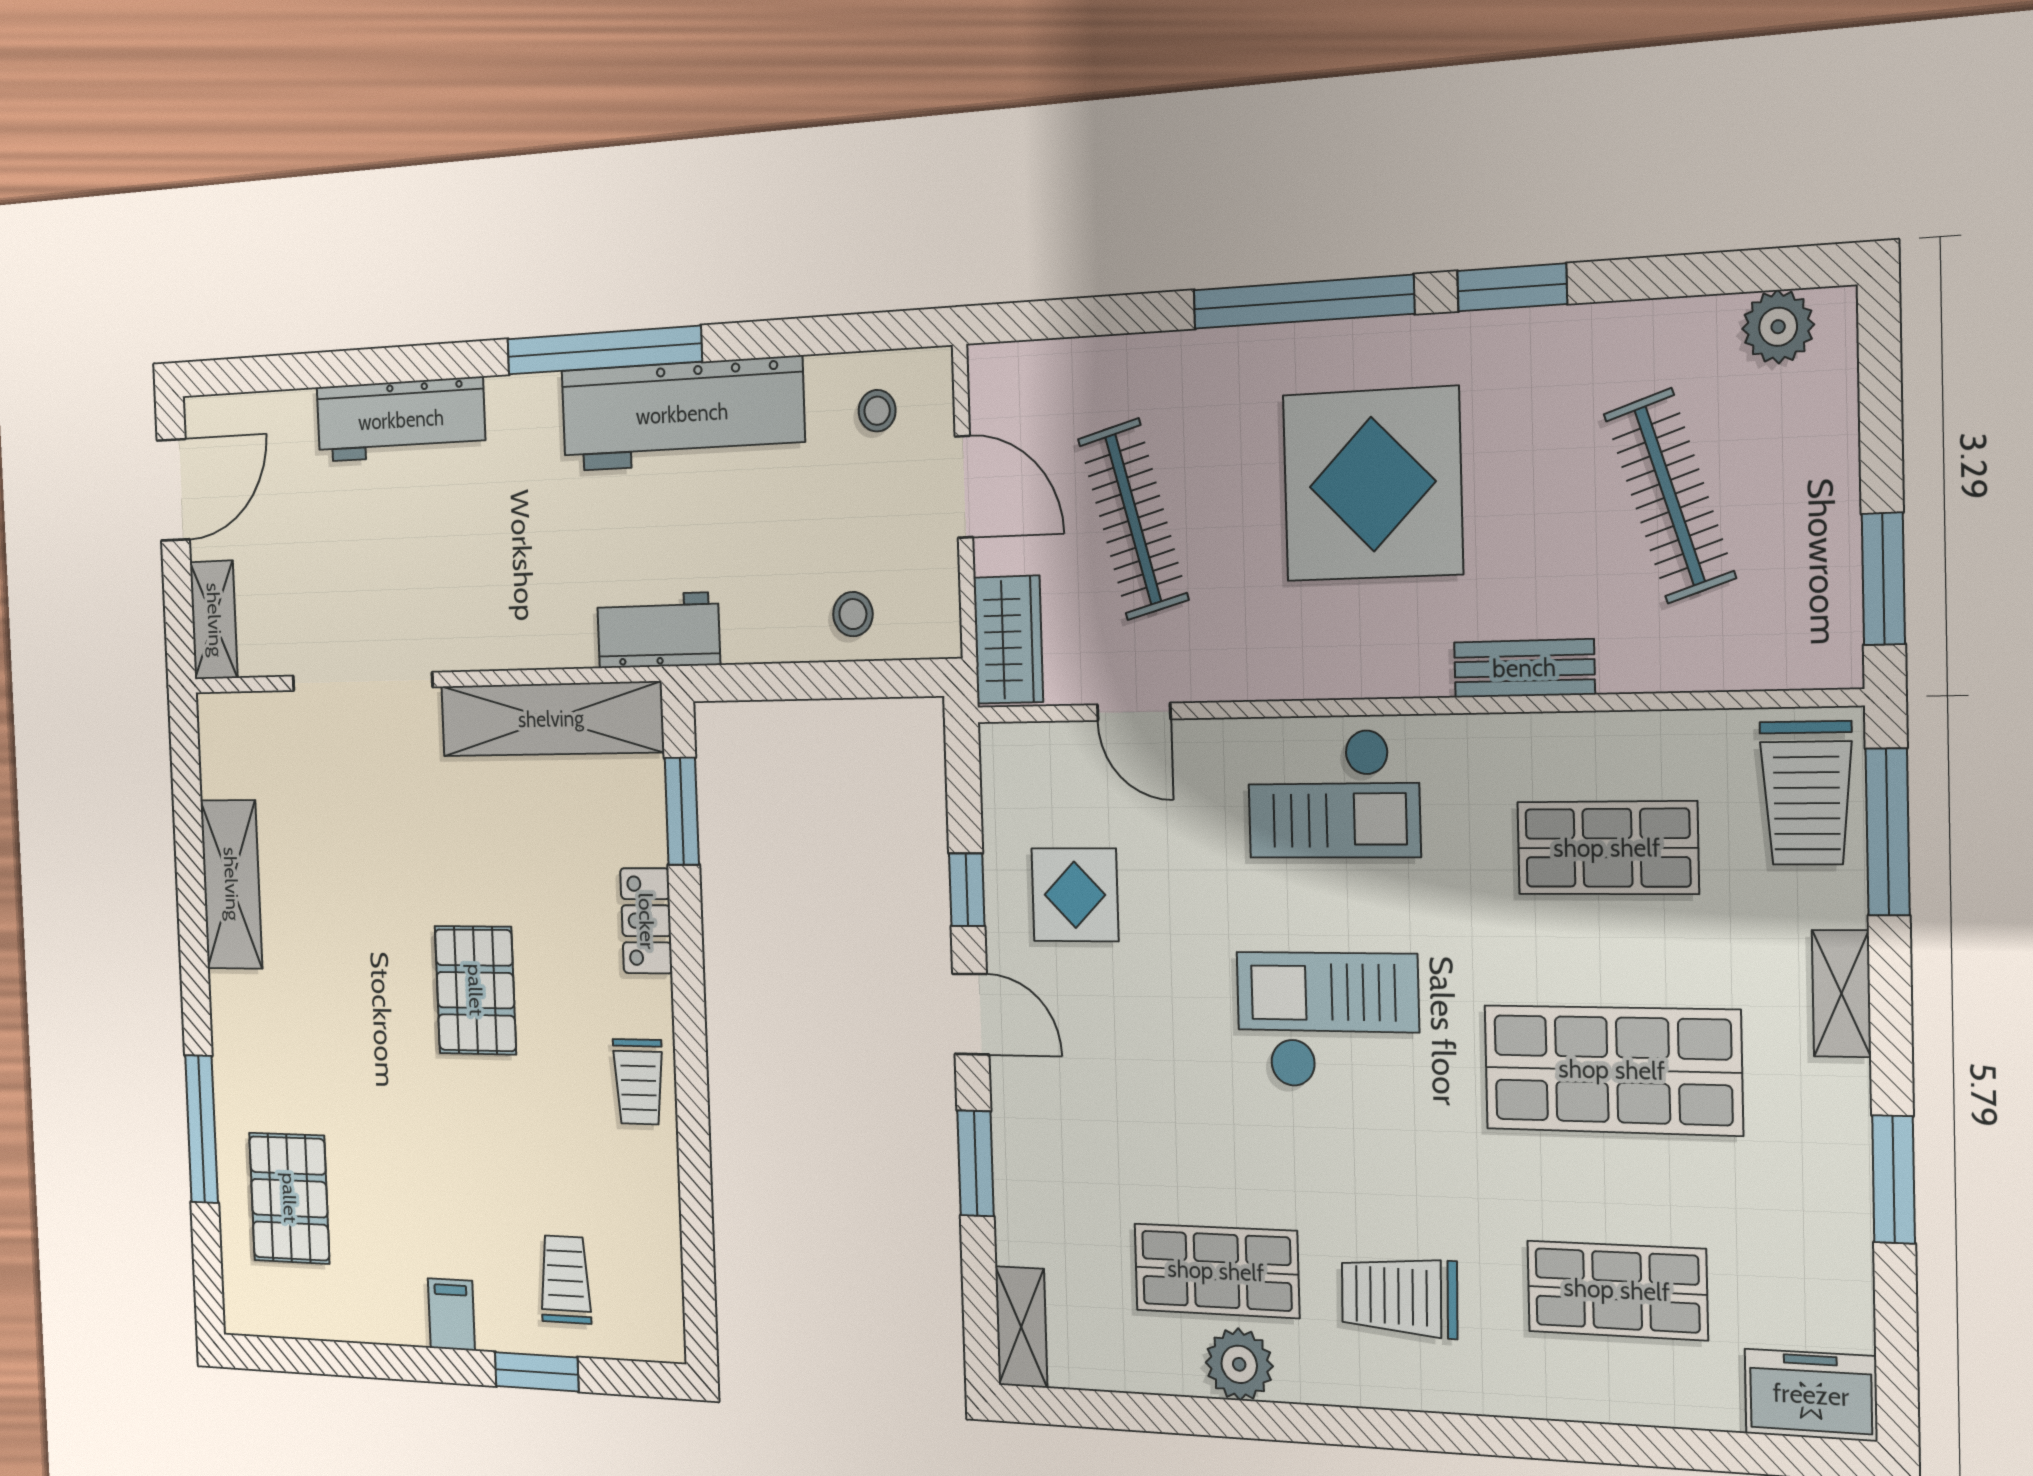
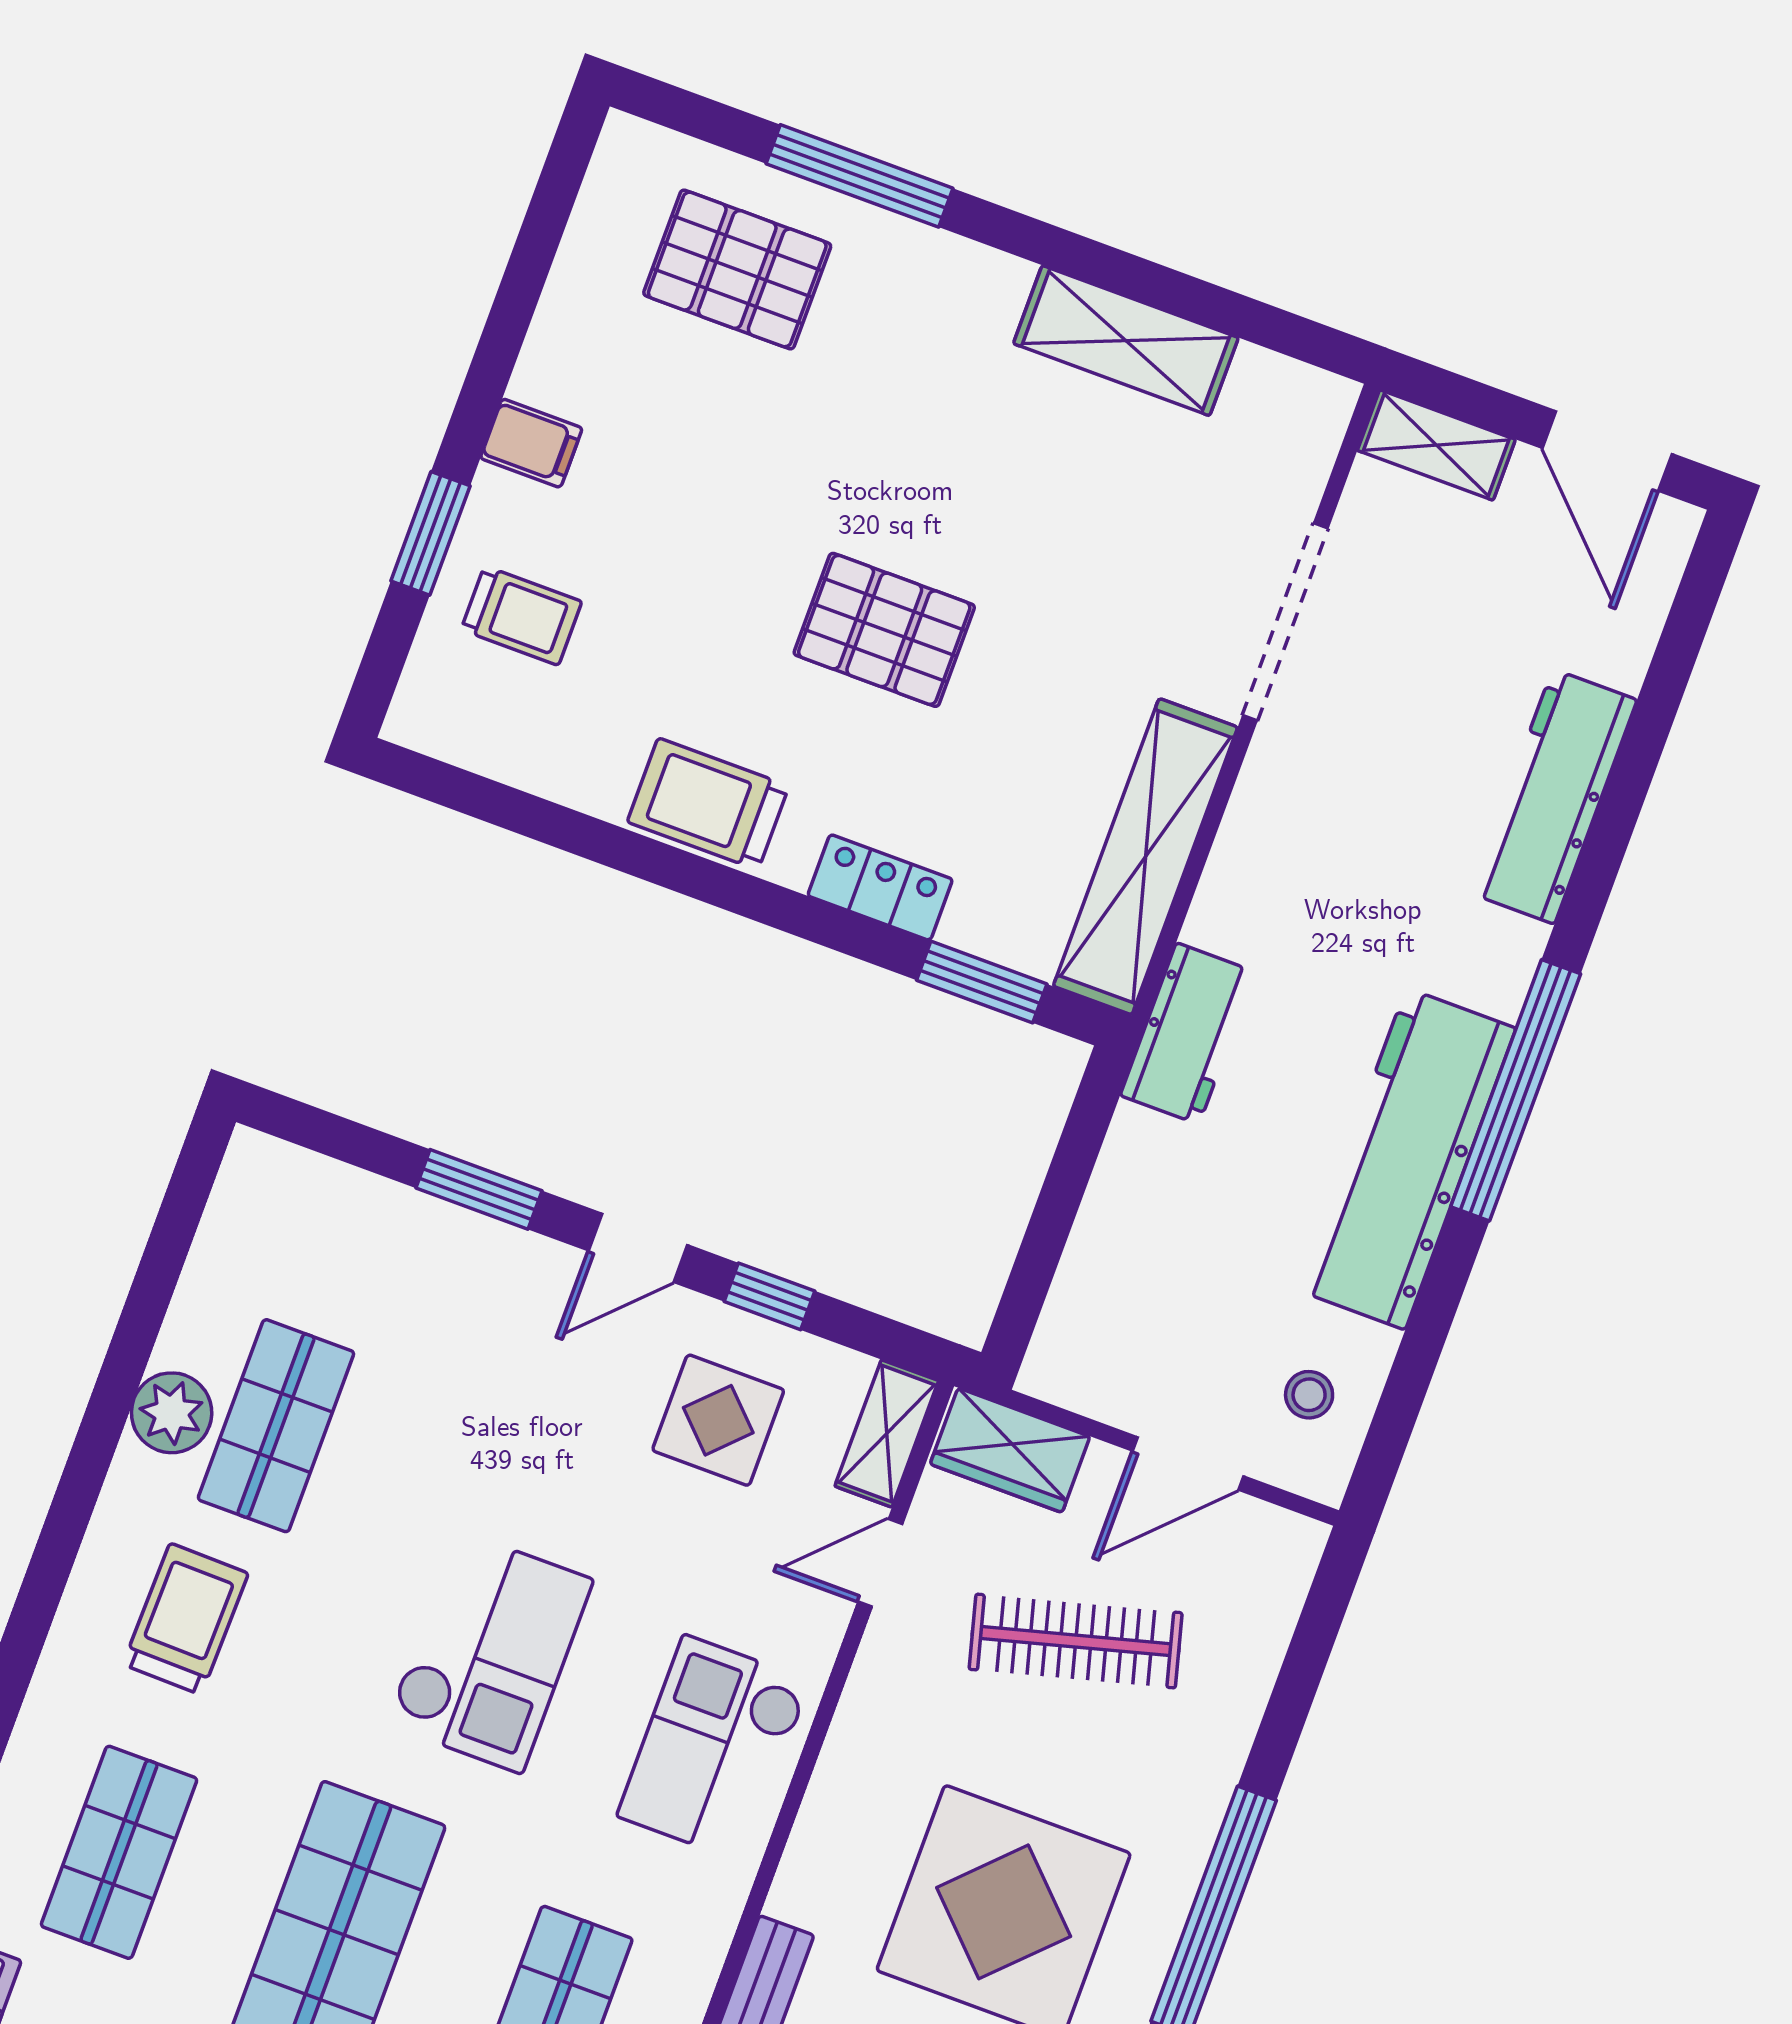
stool: (853, 614) -> (1109, 1279), removed
trolley: (638, 1082) -> (708, 804), width x1.36, depth x1.39
shelving: (1021, 1327) -> (887, 1433), moved, turned 90

